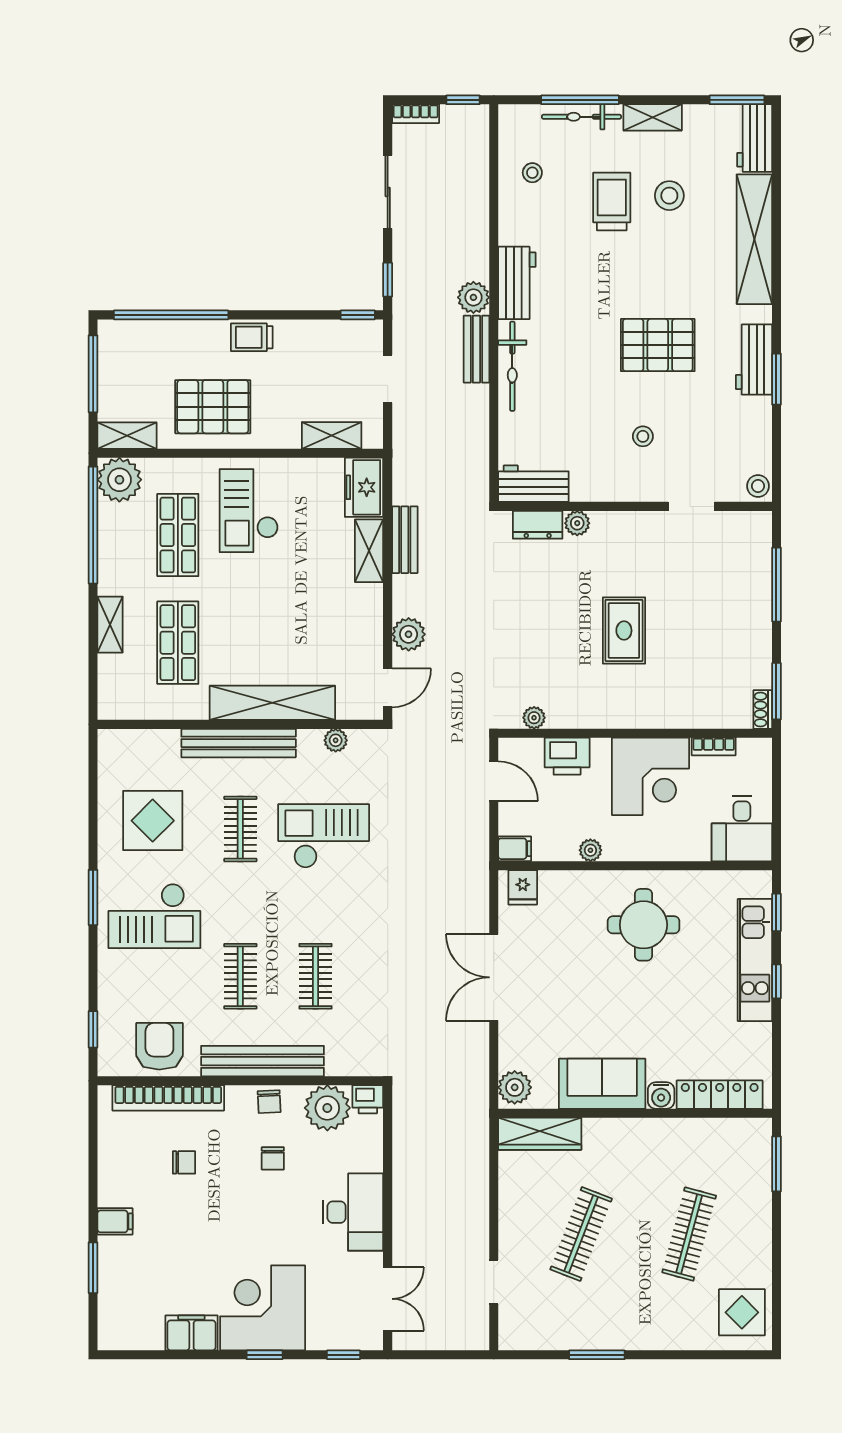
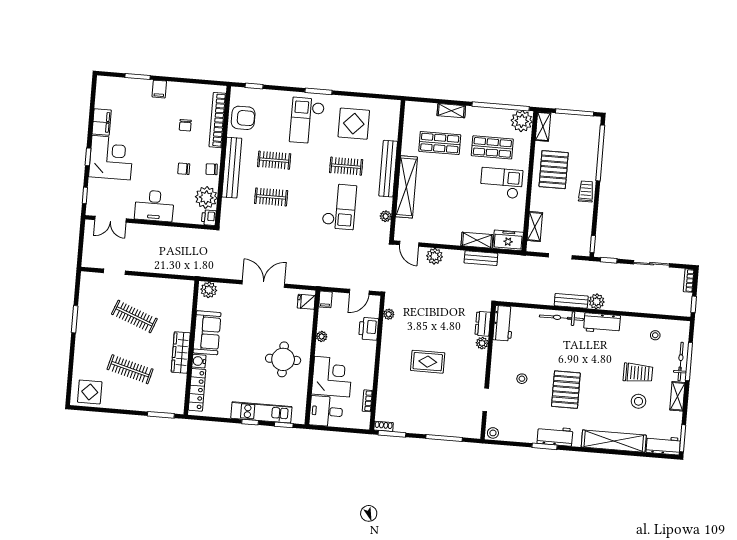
corner desk: (650, 776) -> (332, 377), moved, turned 180
wardrobe: (540, 1134) -> (181, 353), moved

